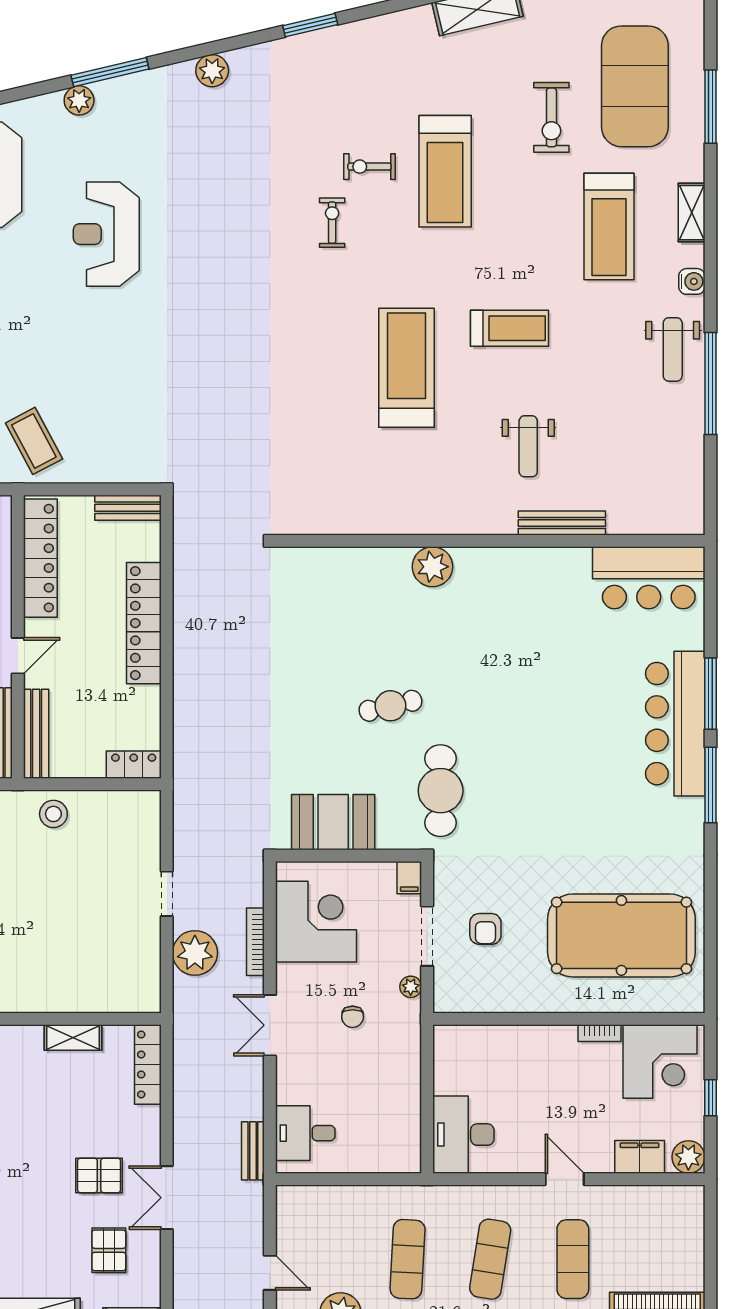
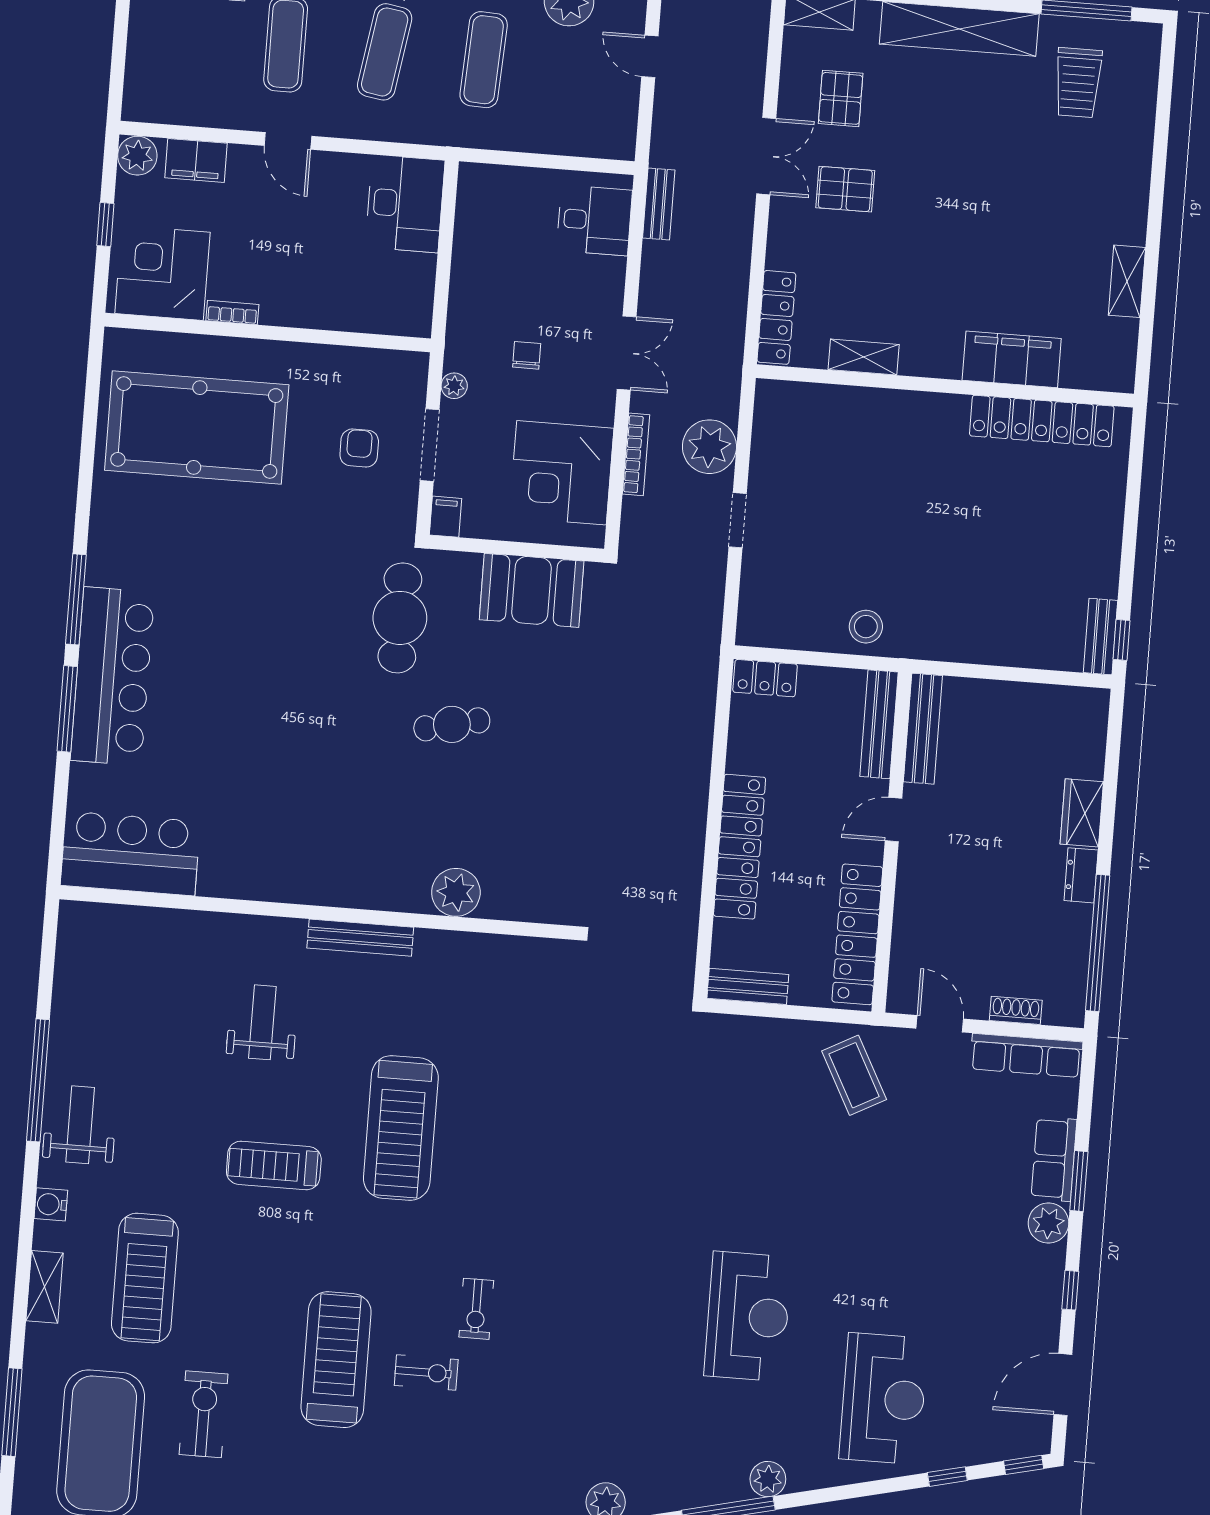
treadmill: (609, 226) -> (145, 1278), turned 180
bench: (562, 523) -> (360, 938), moved
plant: (432, 567) -> (456, 892), moved

